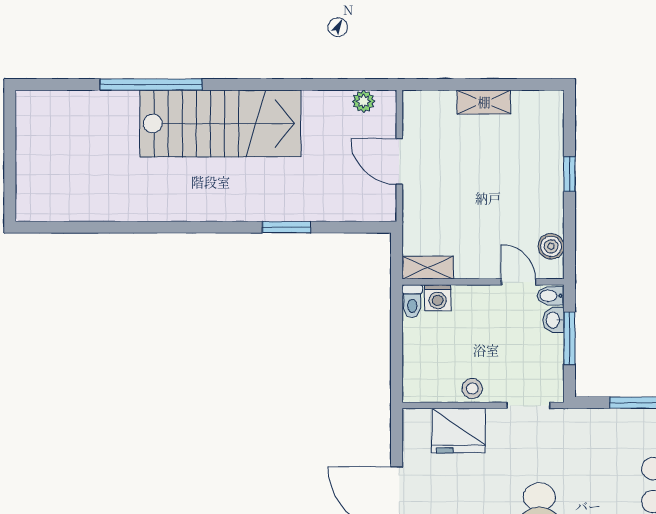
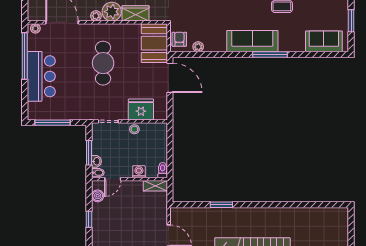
window: (569, 174) -> (89, 219), moved
door: (519, 282) -> (113, 179), hinge flipped
washing machine: (438, 298) -> (139, 172), moved

